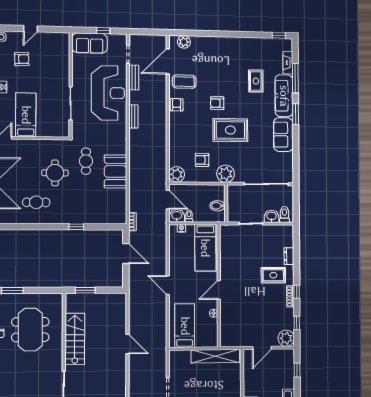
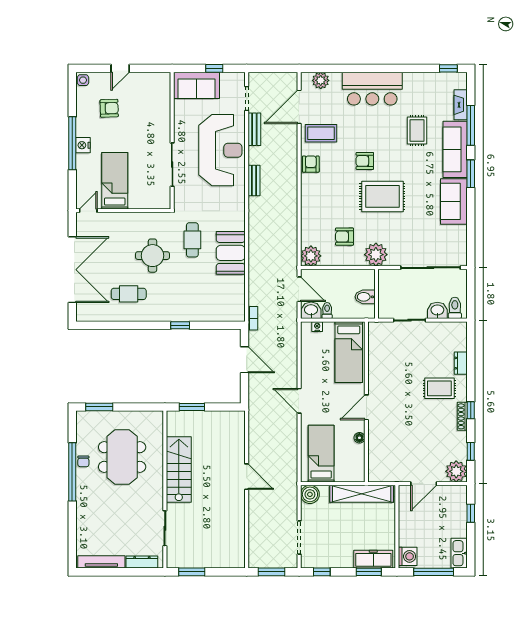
bar counter: (223, 49) -> (372, 89), added
boiler: (176, 357) -> (310, 494), added

